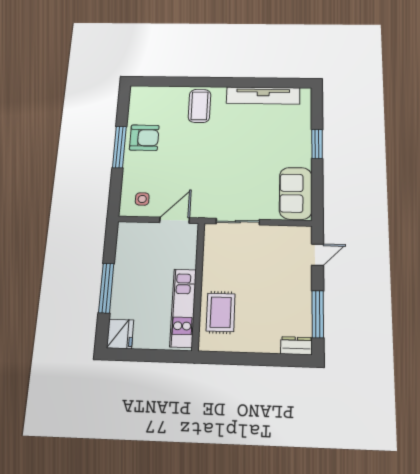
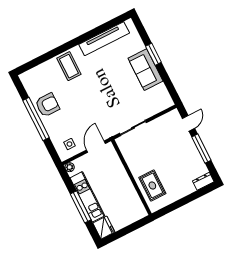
window: (119, 147) -> (36, 119), width x1.46
sofa: (296, 193) -> (145, 70), moved
plant: (124, 228) -> (70, 167), added
kitchen unit: (183, 308) -> (87, 197), moved, turned 180
window: (318, 314) -> (201, 149), moved

